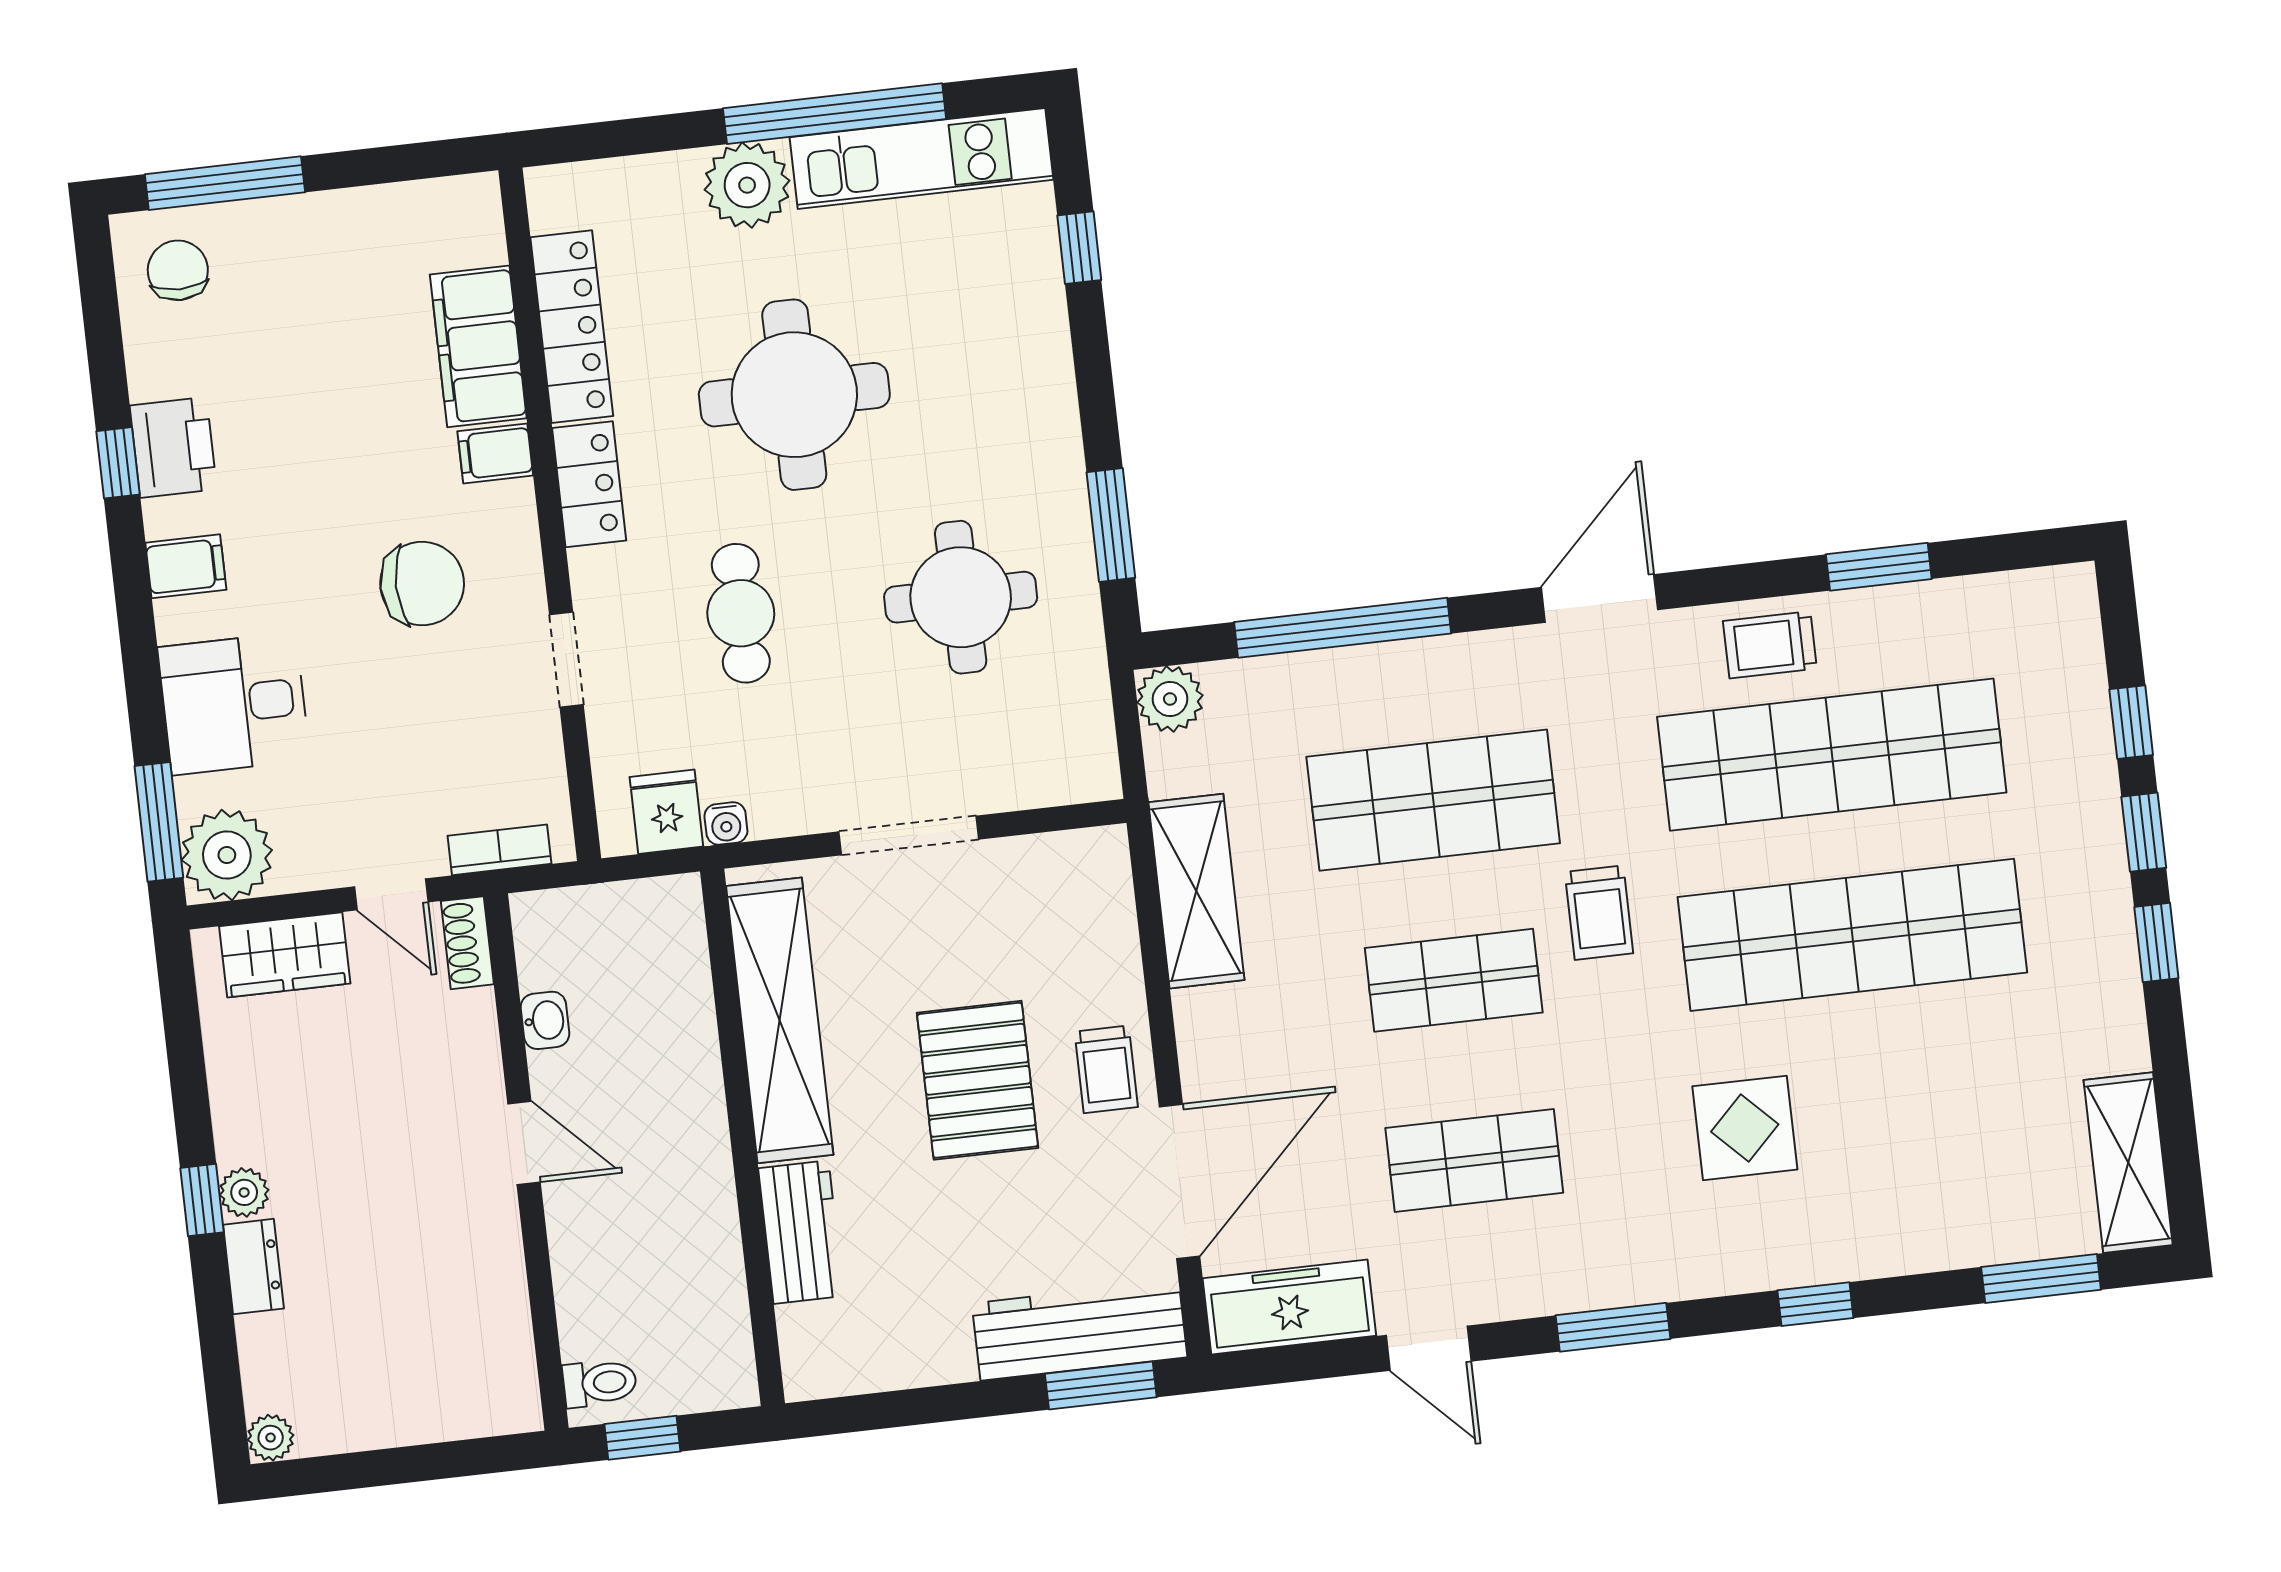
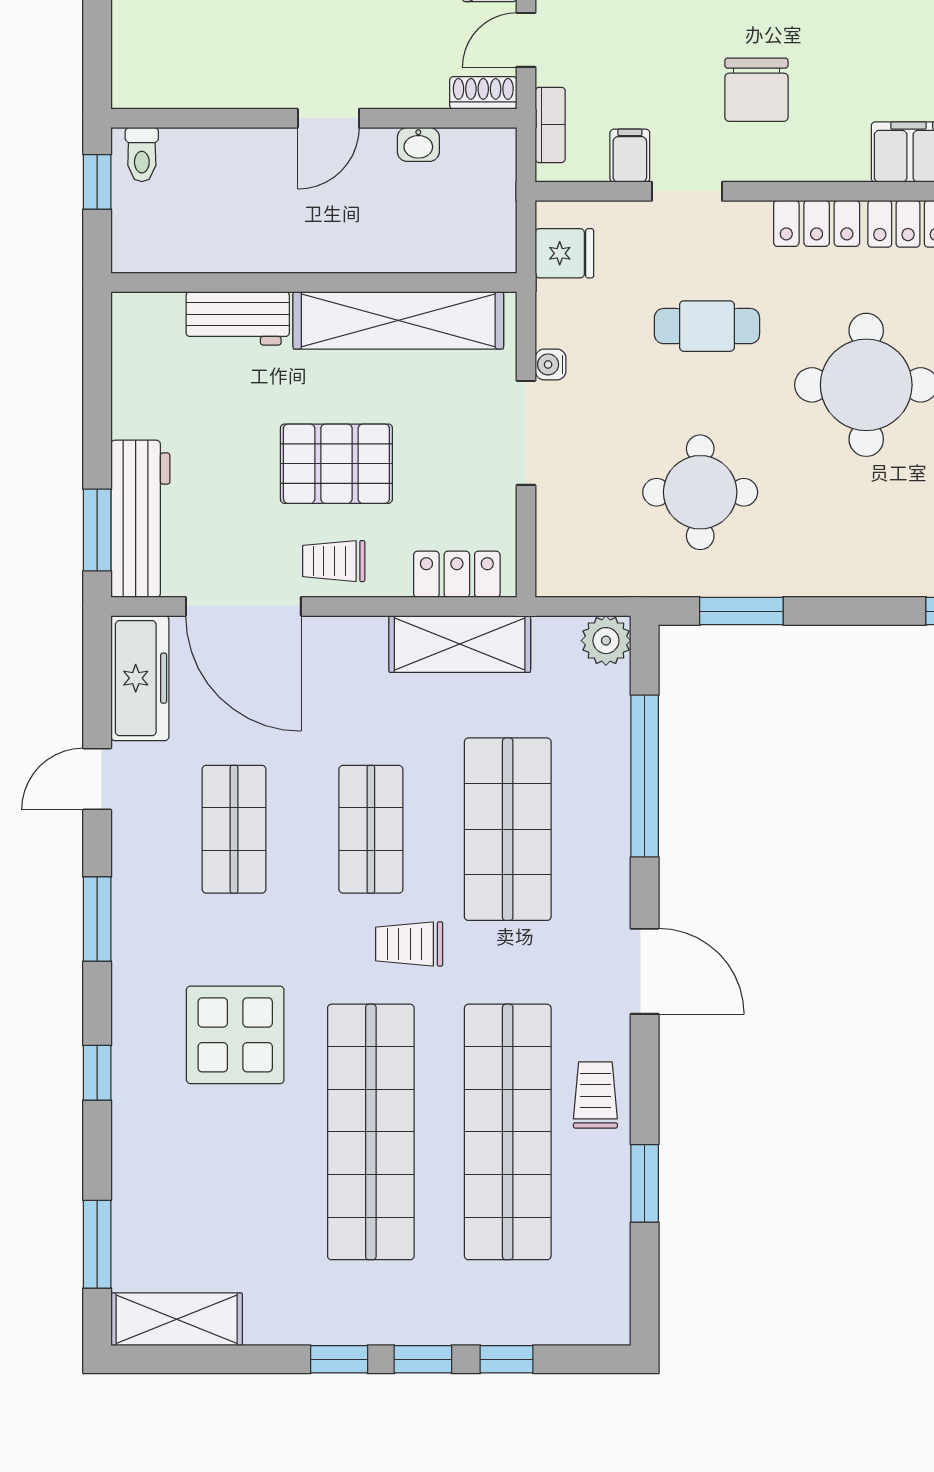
filing cabinet: (495, 453) -> (630, 156), moved
water cooler: (726, 823) -> (551, 364), moved
locker: (1105, 905) -> (457, 574), added
display table: (1745, 1128) -> (235, 1035), width x1.36, depth x1.36

